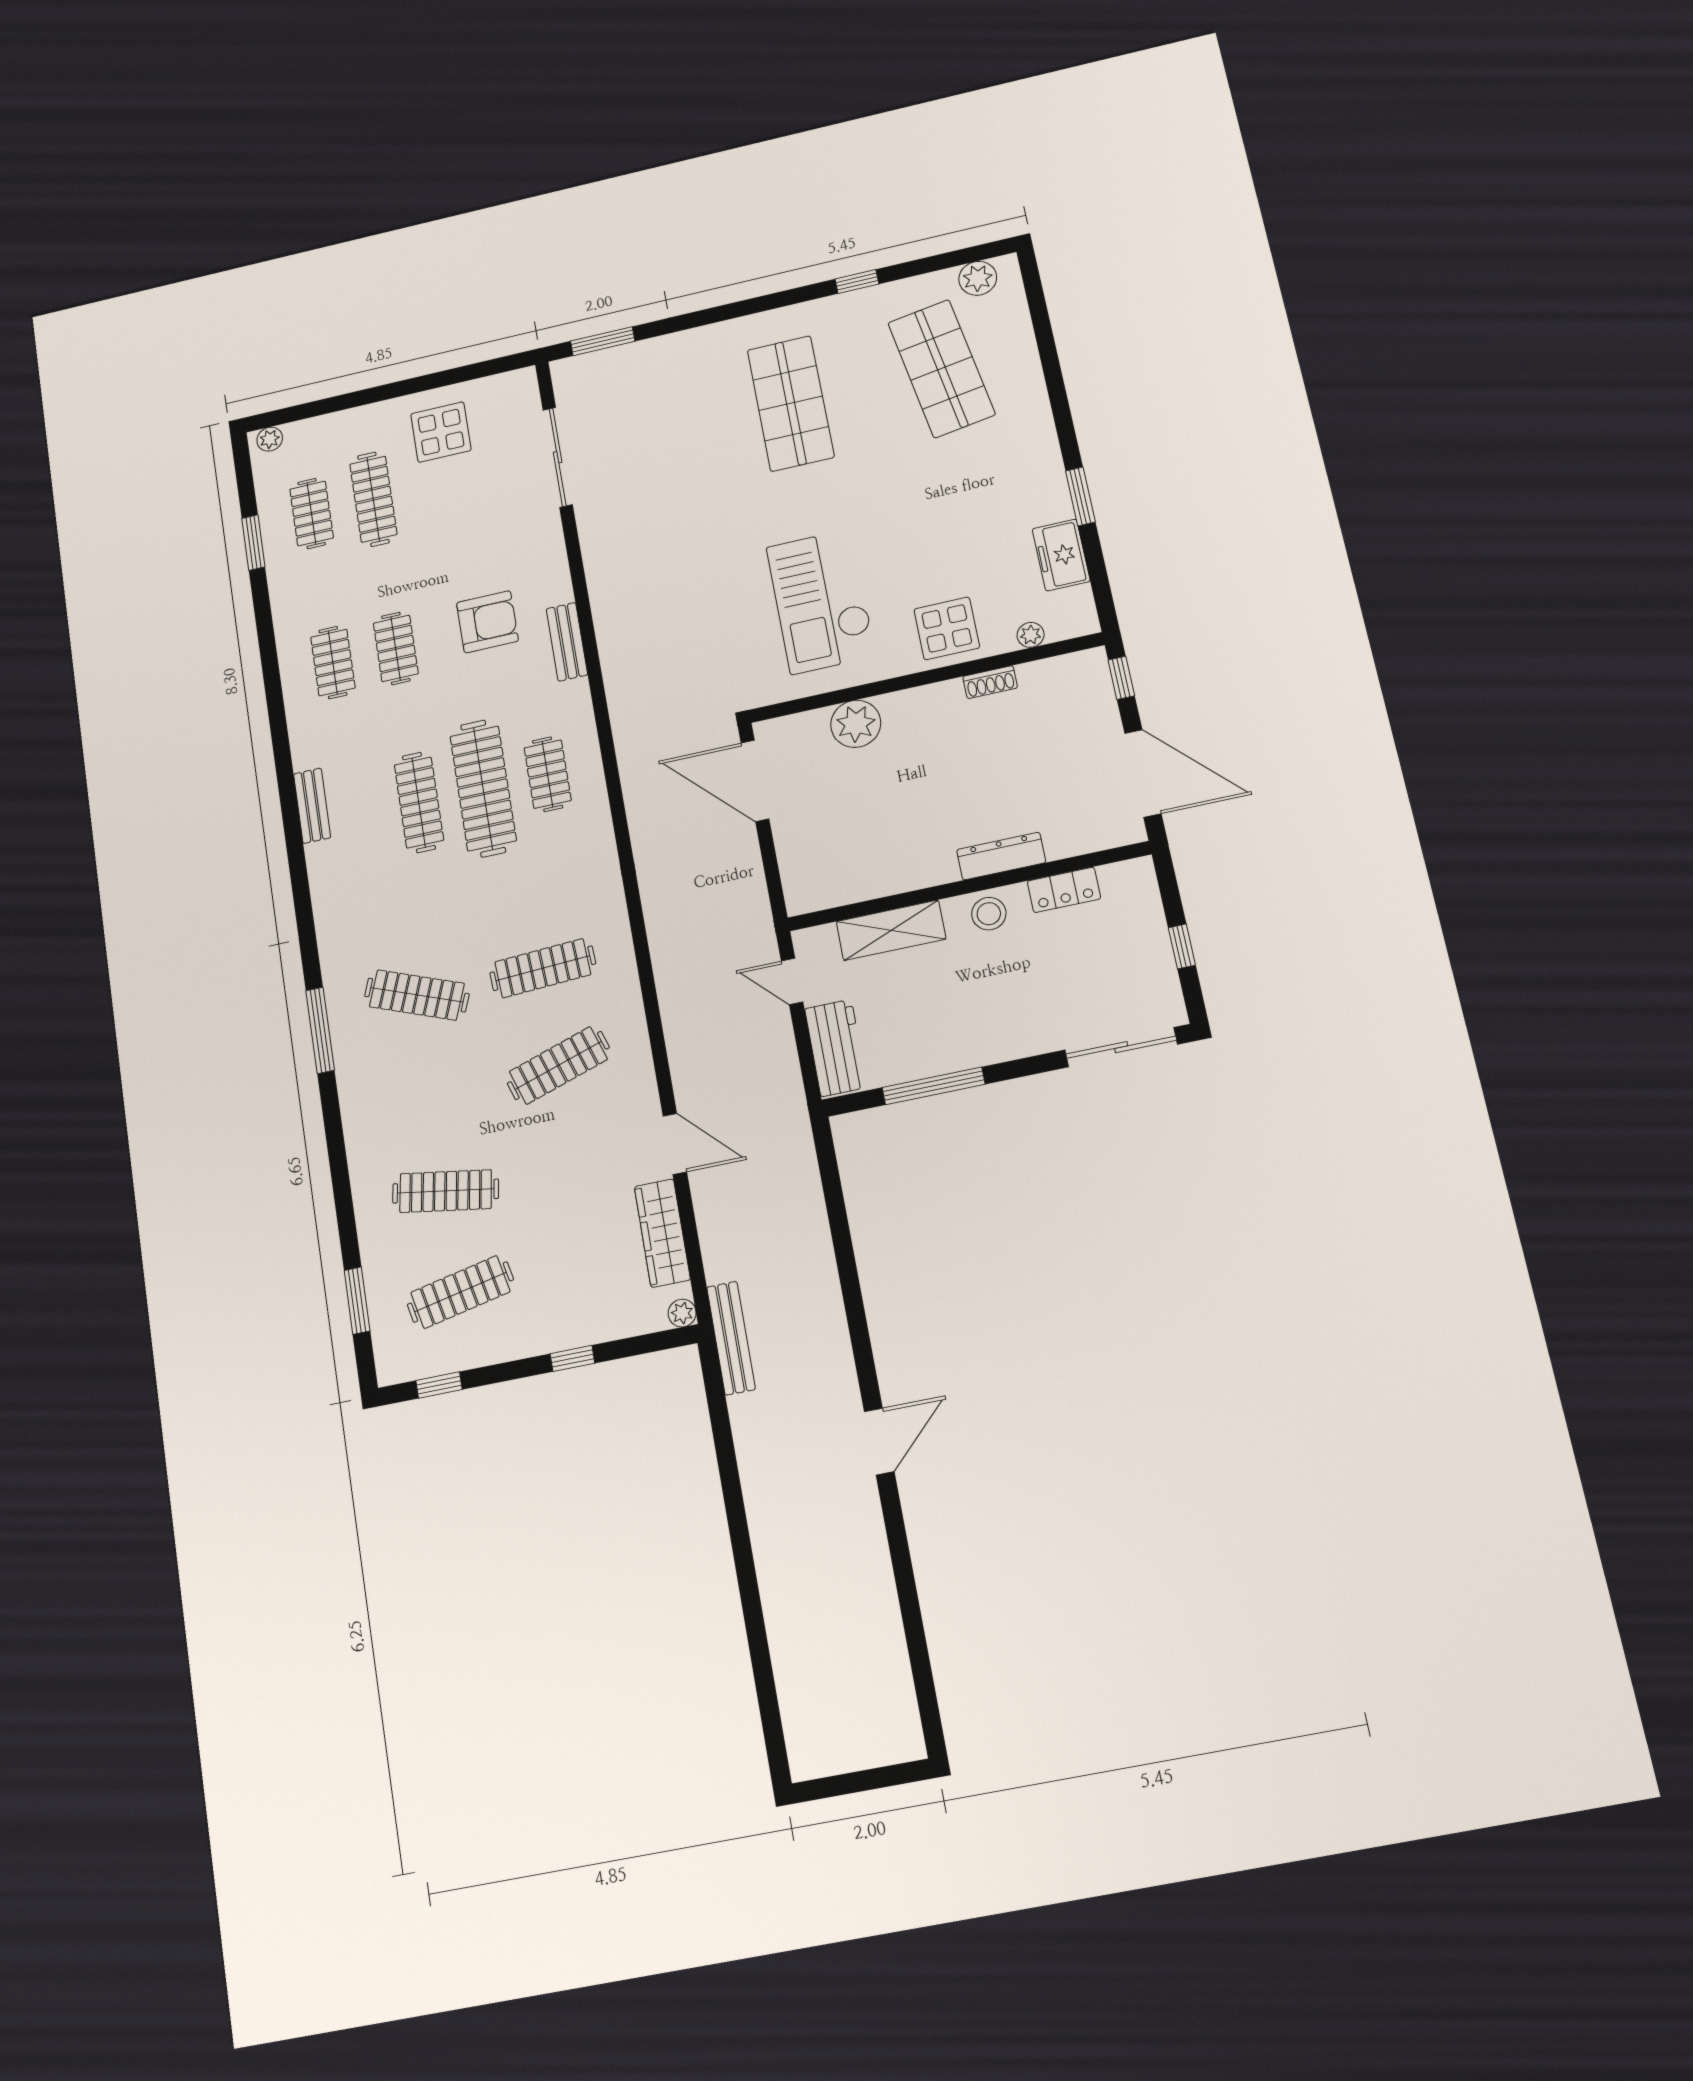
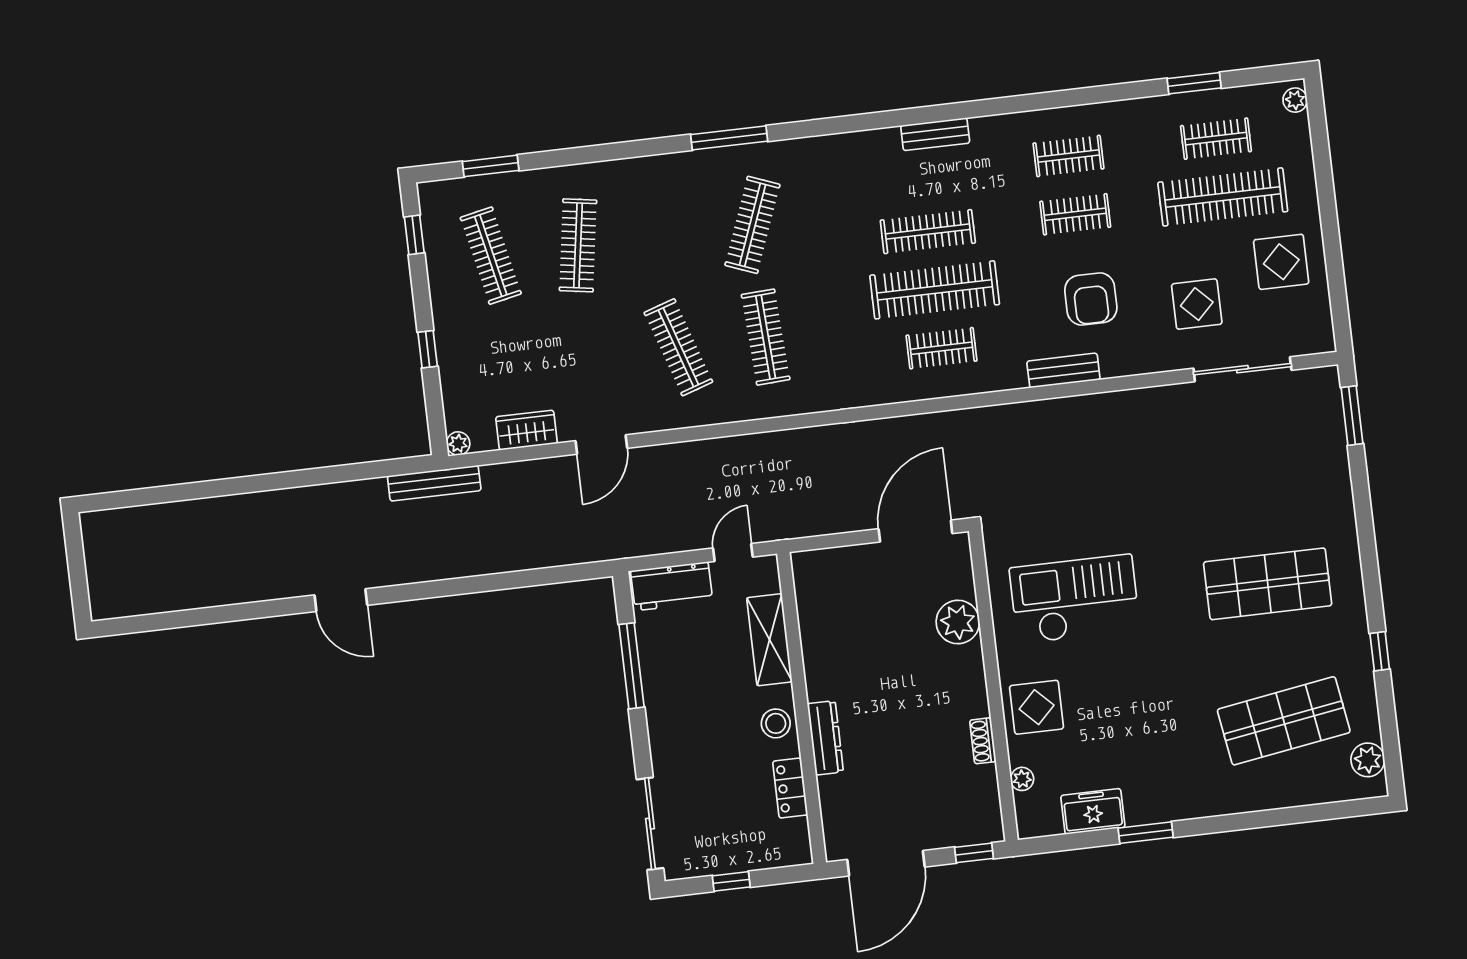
clothes rail: (373, 499) -> (1223, 197), width x1.37, depth x1.31
display table: (489, 512) -> (1197, 304), added
wardrobe: (662, 1233) -> (526, 430), width x0.67

